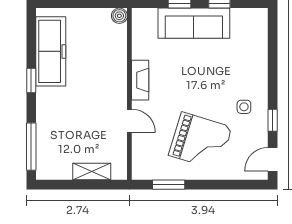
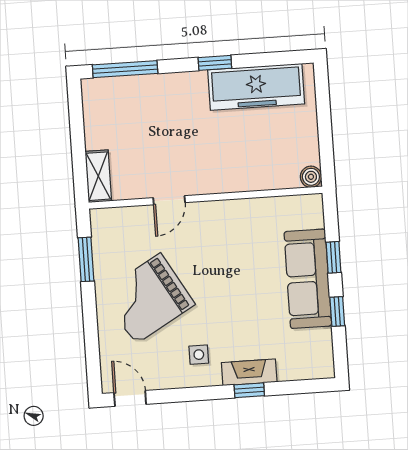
fireplace: (140, 80) -> (249, 372), moved, turned 180
window: (273, 120) -> (249, 390), moved
grand piano: (200, 141) -> (148, 299), turned 43
shelving: (92, 171) -> (98, 176), moved

